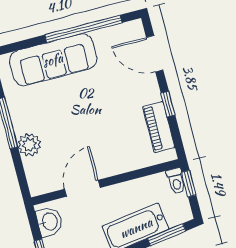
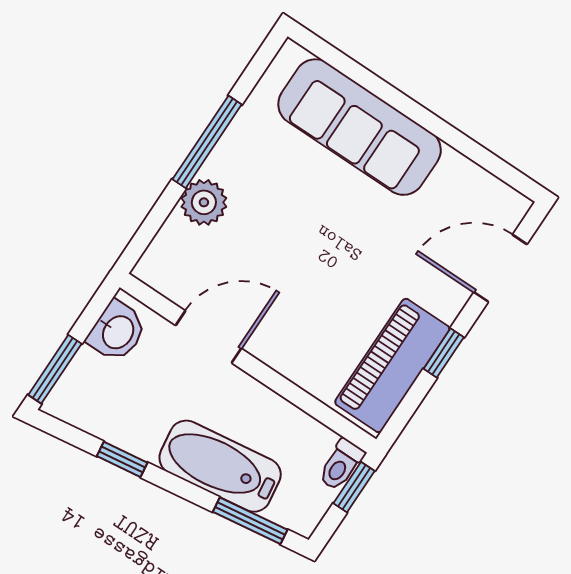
window: (83, 29) -> (444, 131), removed
door: (155, 54) -> (500, 268), hinge flipped
piano: (159, 127) -> (392, 365), width x1.37, depth x1.33

